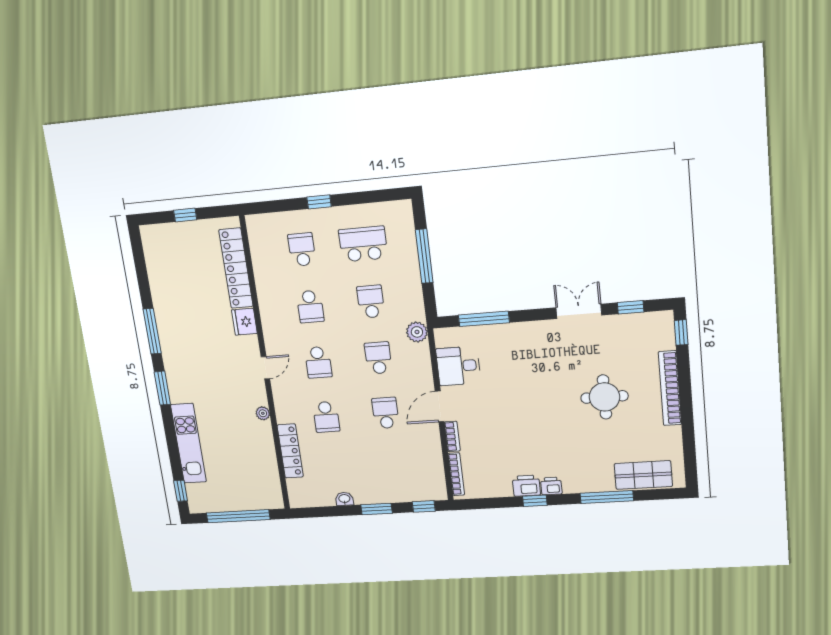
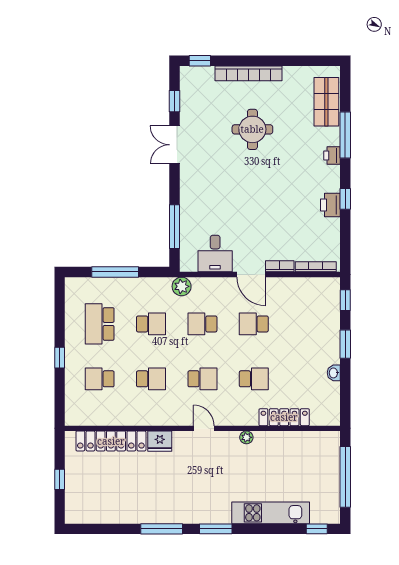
school desk: (371, 302) -> (151, 324), turned 180
printer: (551, 486) -> (332, 156), moved

